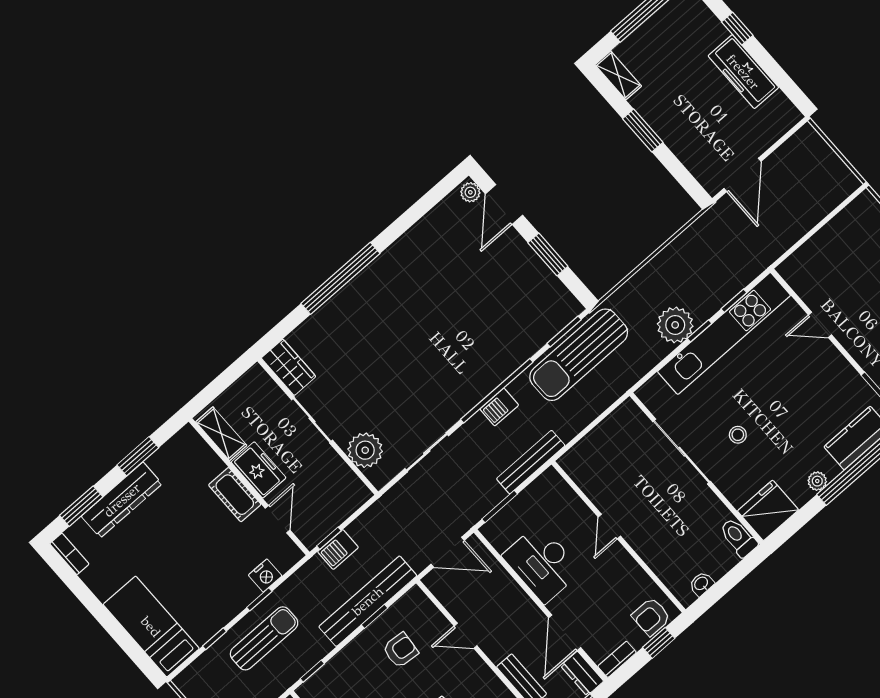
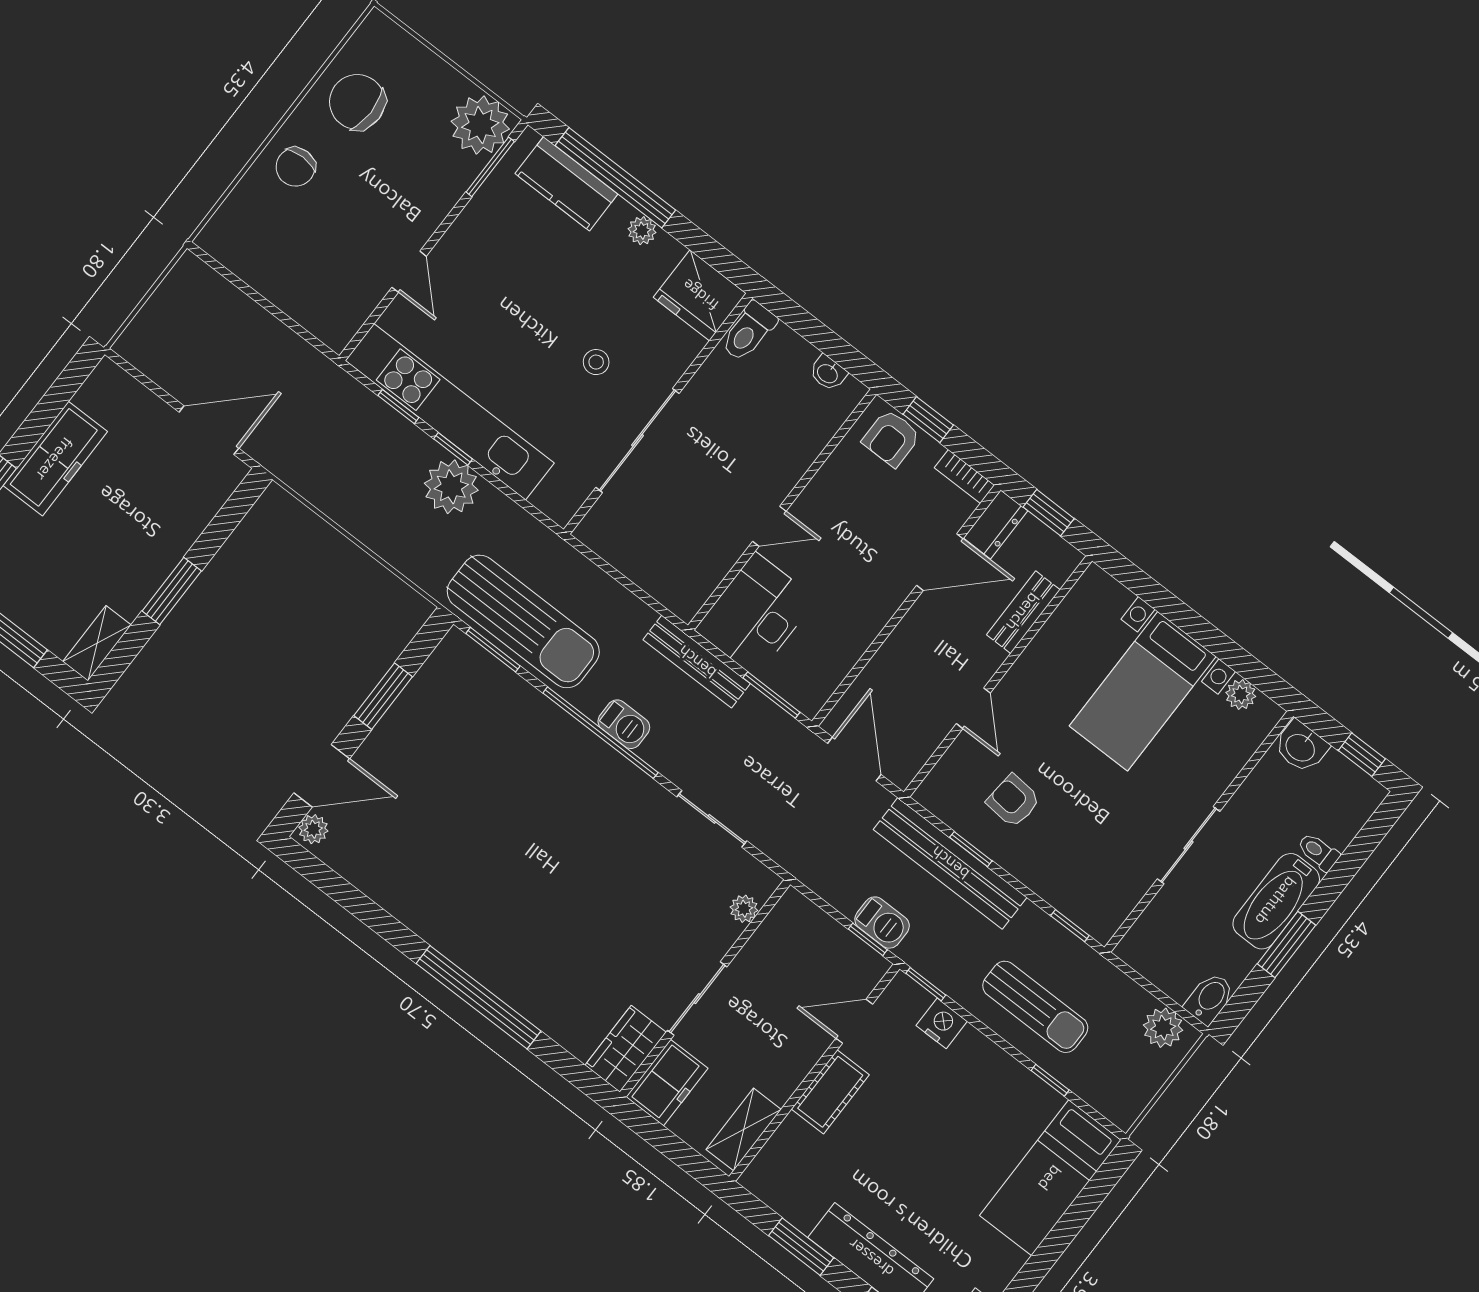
plant: (365, 450) -> (744, 909), width x0.53, depth x0.53
freezer: (259, 470) -> (667, 1083), moved, turned 180
desk: (542, 563) -> (756, 615), moved, turned 180
window: (259, 599) -> (926, 984), moved
armchair: (651, 617) -> (891, 438), turned 90
sun lounger: (264, 638) -> (1035, 1007), turned 180

